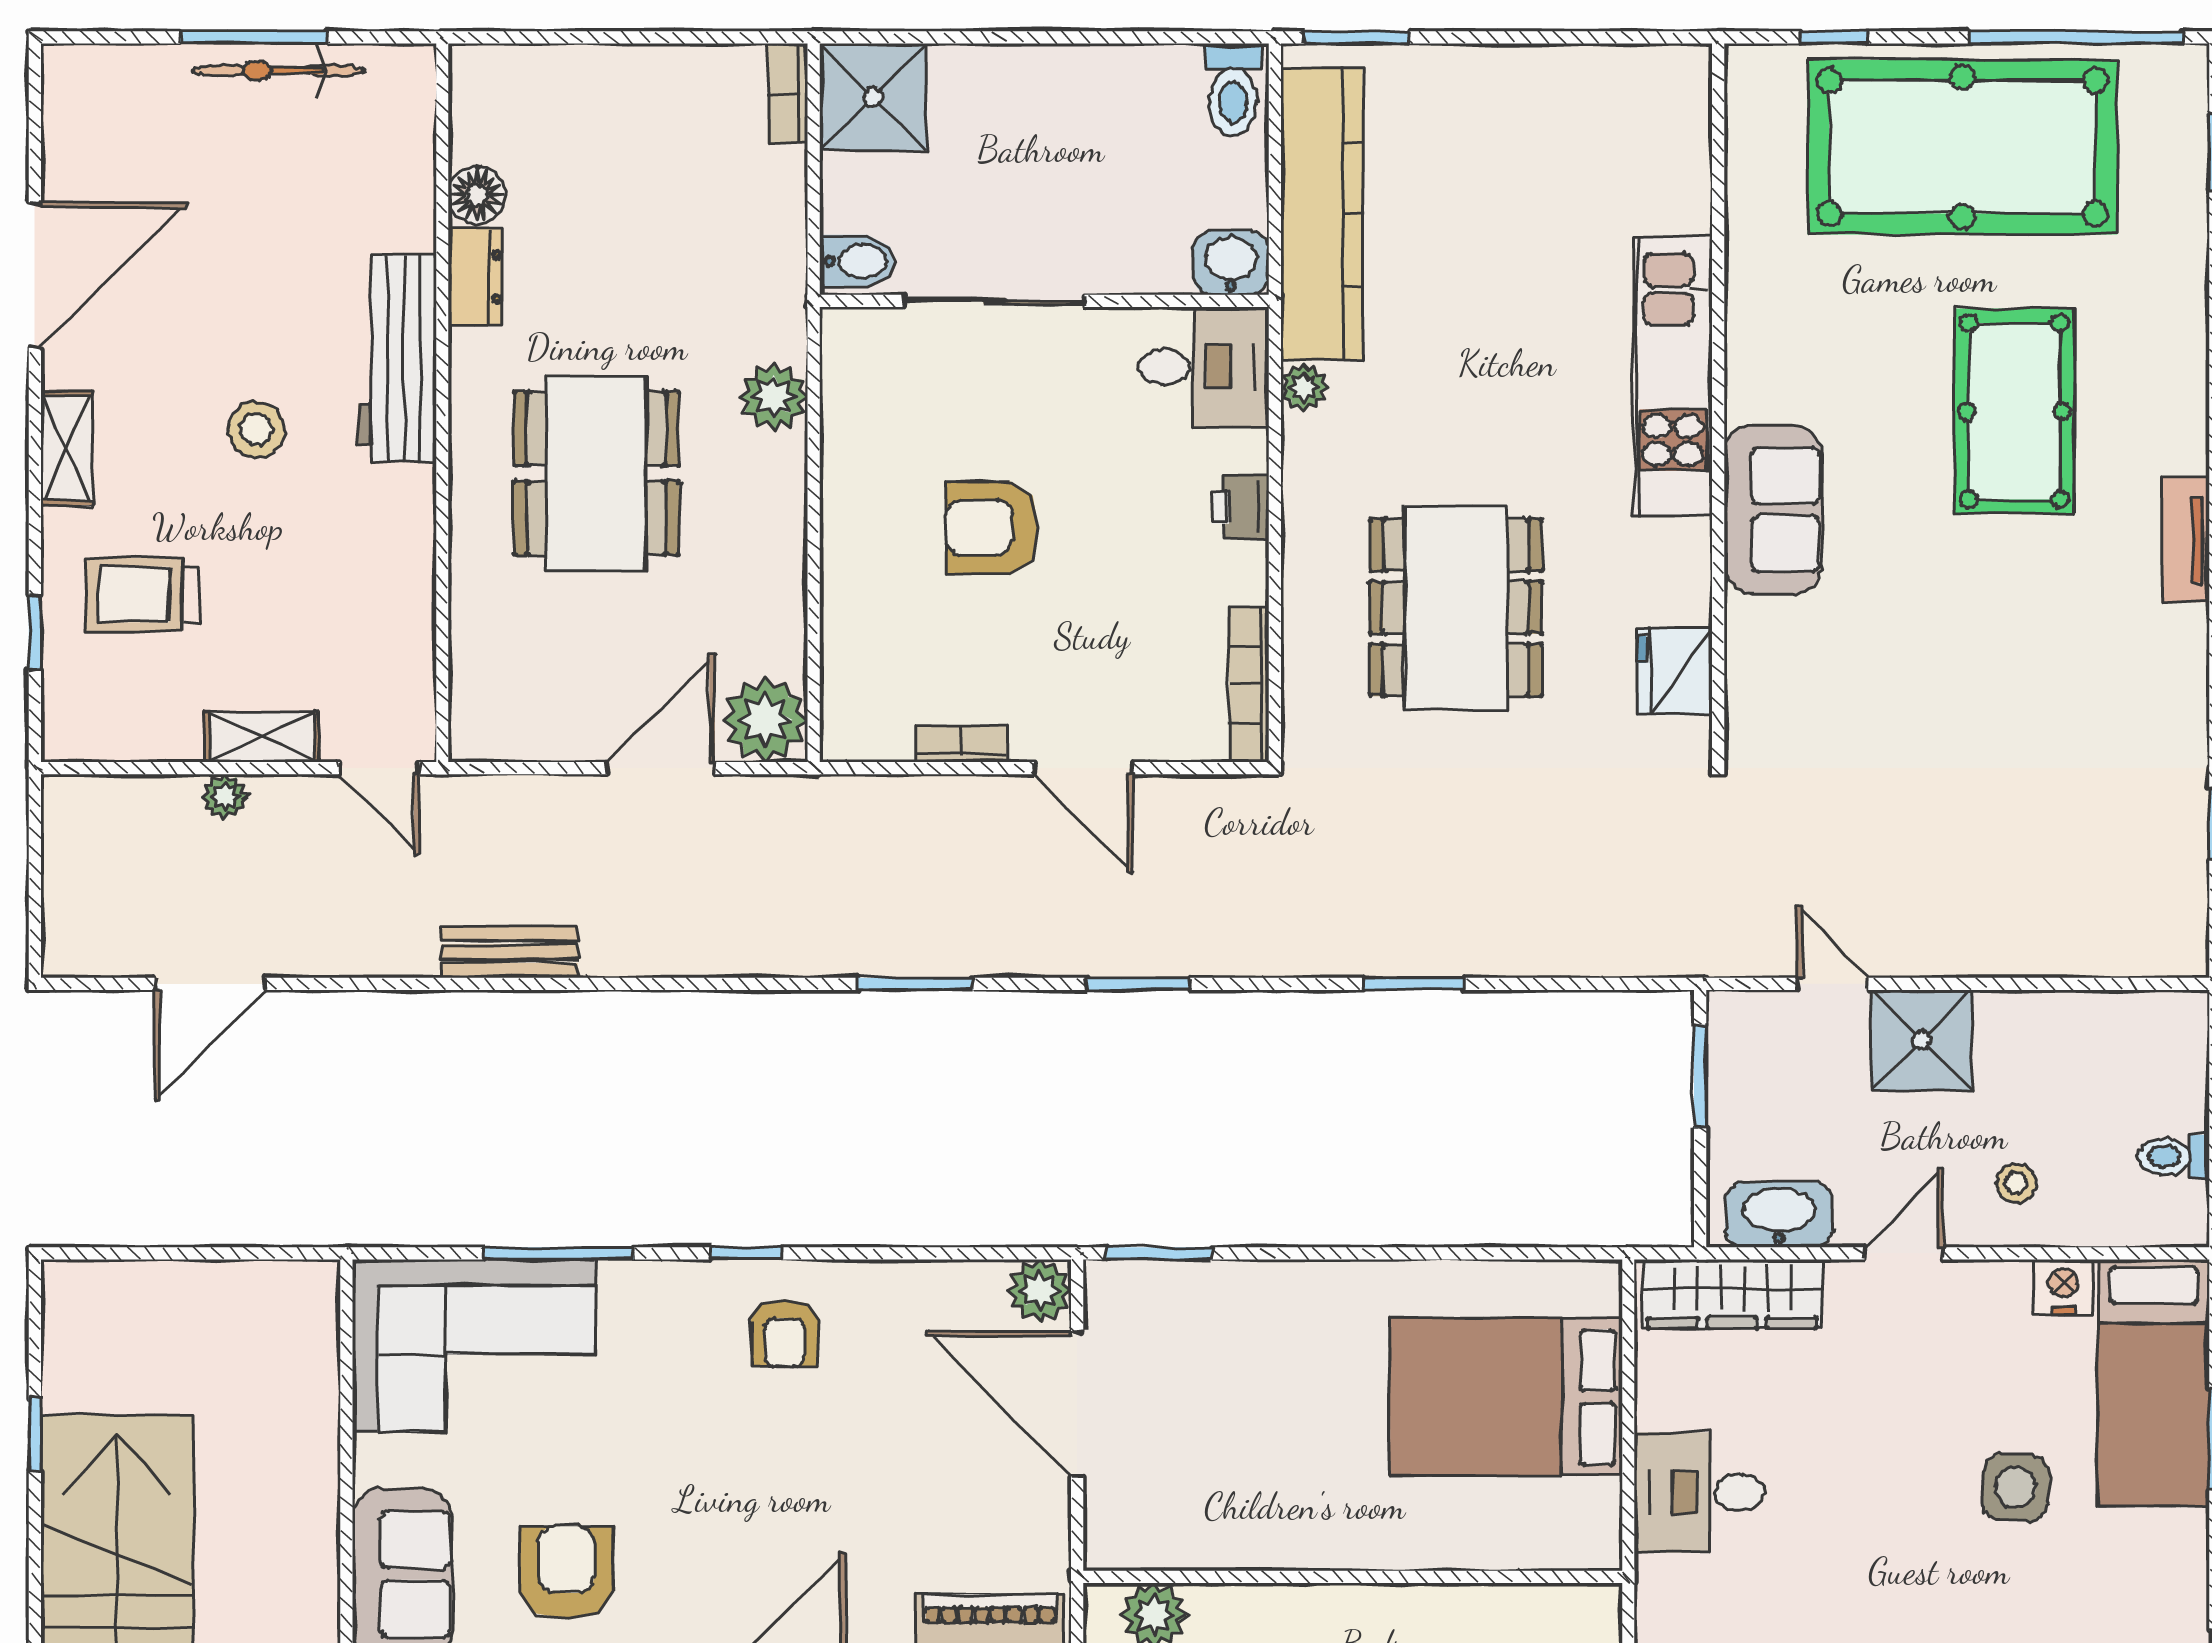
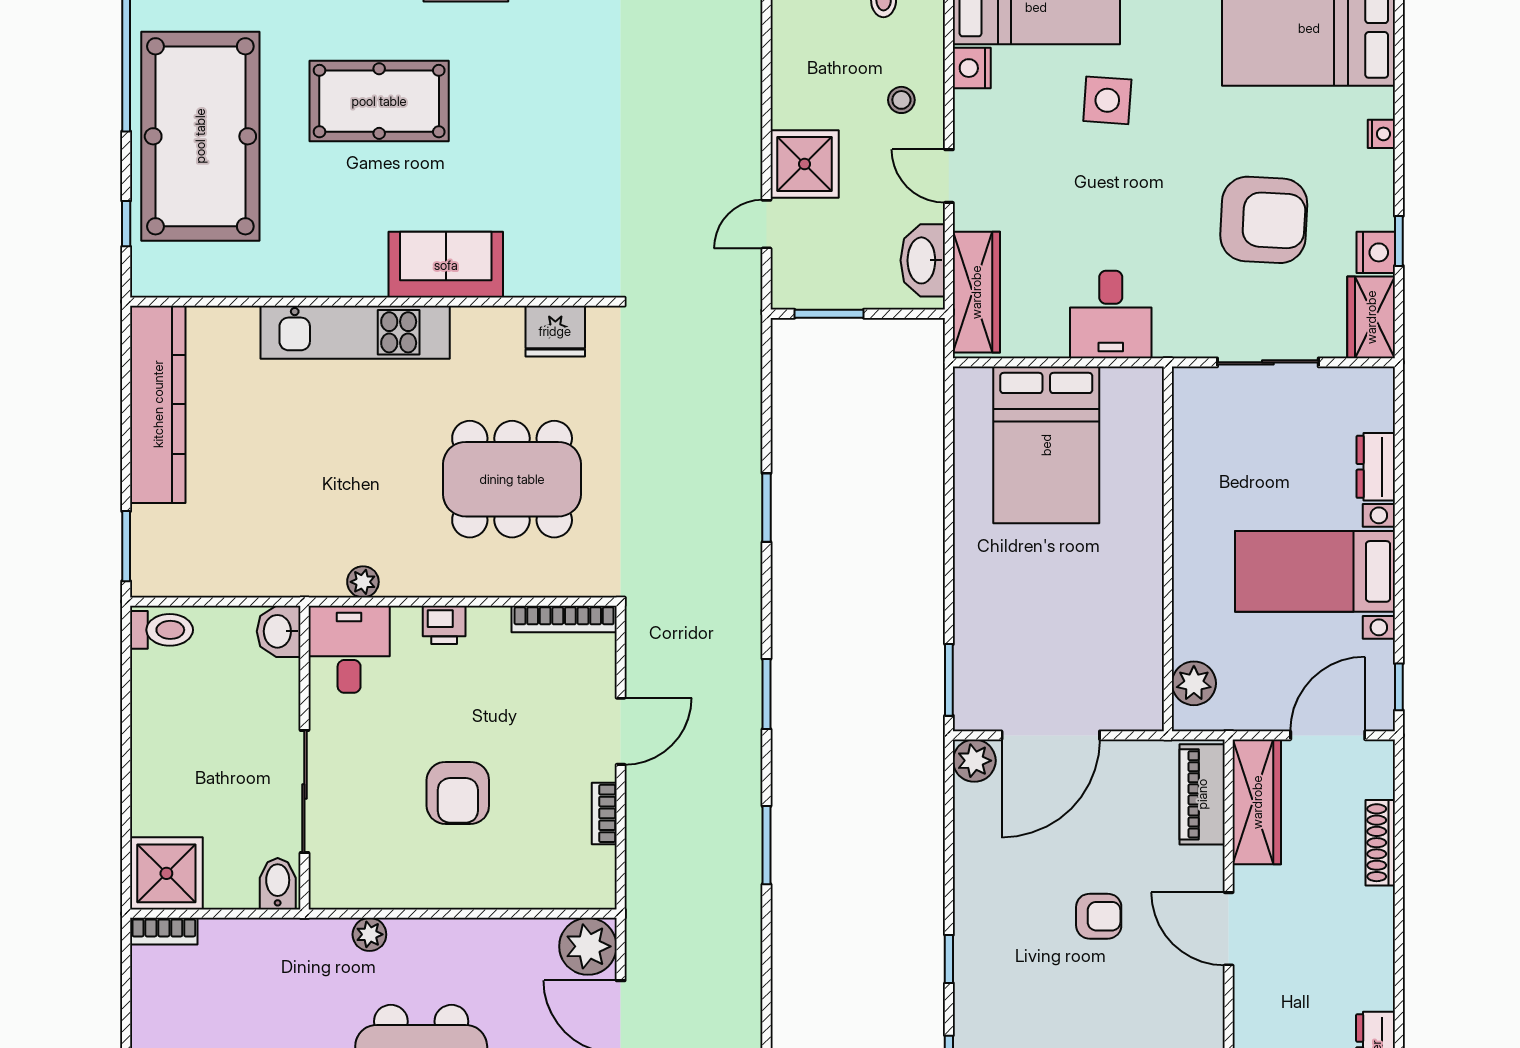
kitchen counter: (1322, 214) -> (158, 404), moved, turned 90
plant: (774, 397) -> (369, 934), width x0.73, depth x0.73
armchair: (785, 1333) -> (1099, 916), moved

